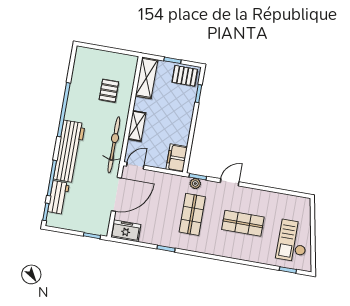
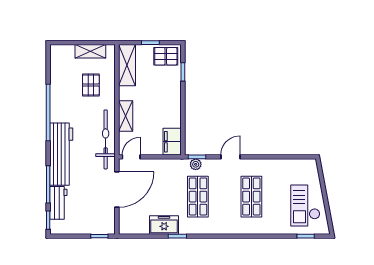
shelving: (114, 59) -> (90, 51), added
shop shelf: (243, 223) -> (251, 197), turned 90
freezer: (126, 231) -> (164, 225), moved

